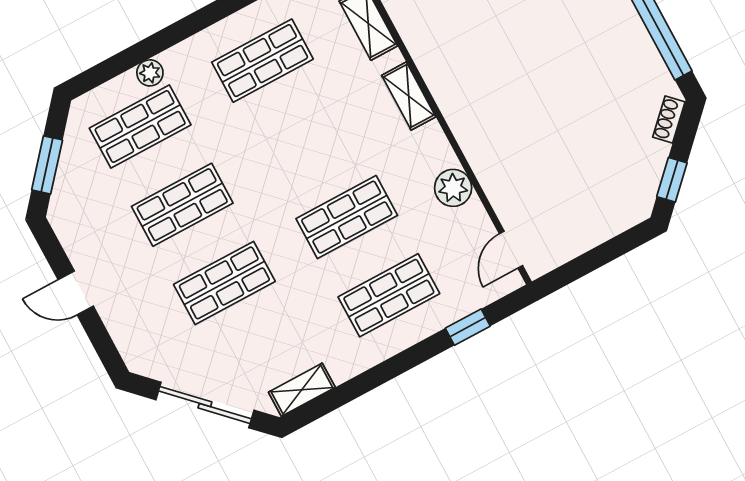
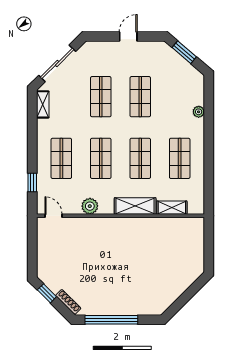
shelving: (409, 96) -> (135, 206), width x1.50, depth x1.33
shoe rack: (669, 120) -> (68, 302), width x1.43
shop shelf: (140, 126) -> (140, 158), moved

